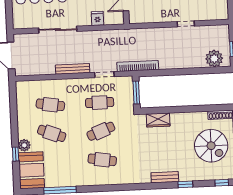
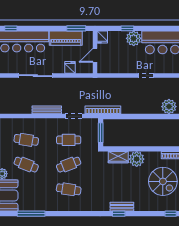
plant: (179, 121) -> (137, 159), added
window: (185, 184) -> (119, 214), moved

